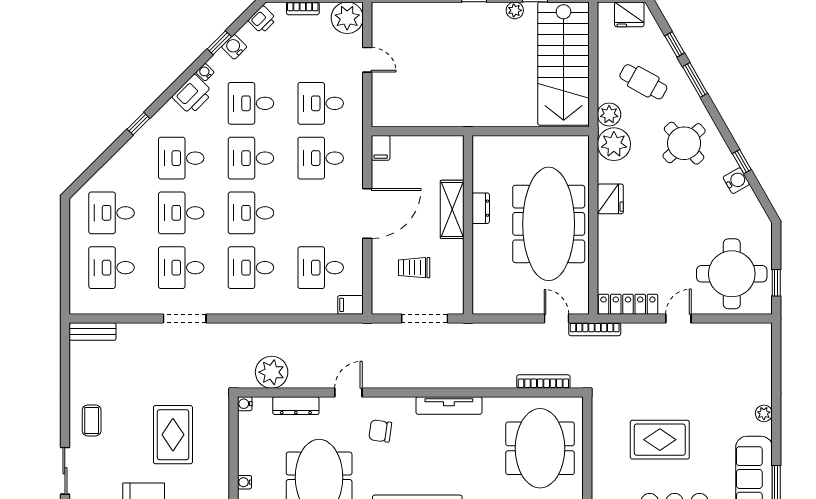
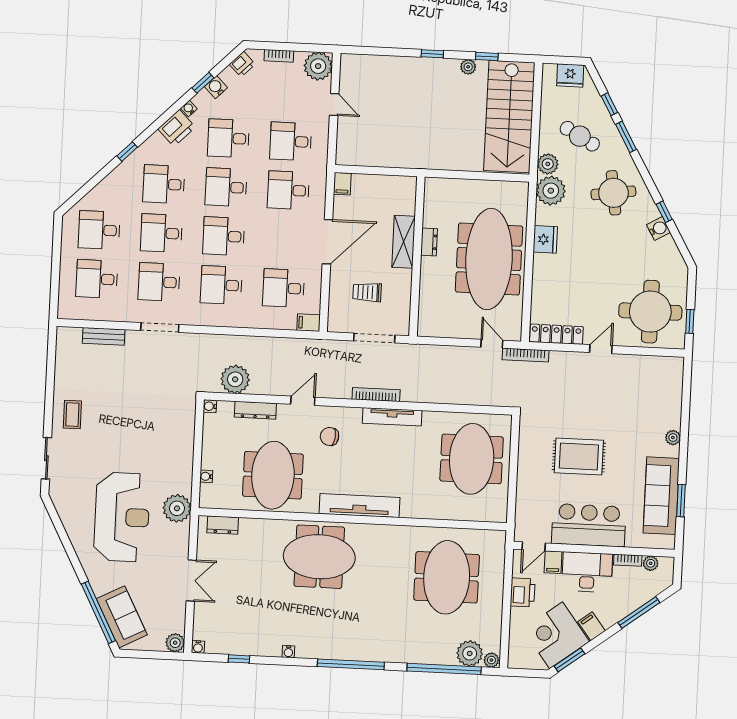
round table: (684, 143) -> (613, 193), turned 34
bench: (93, 331) -> (104, 336), moved
bookcase: (543, 382) -> (376, 395), moved
rug: (173, 435) -> (144, 431), removed

